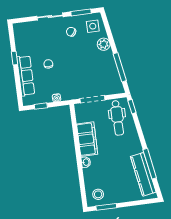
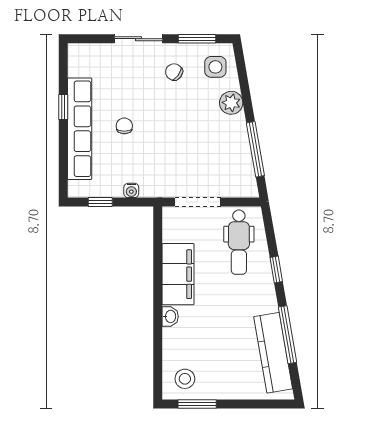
row of seats: (26, 76) -> (80, 129), width x1.36
window: (132, 107) -> (276, 270), moved

